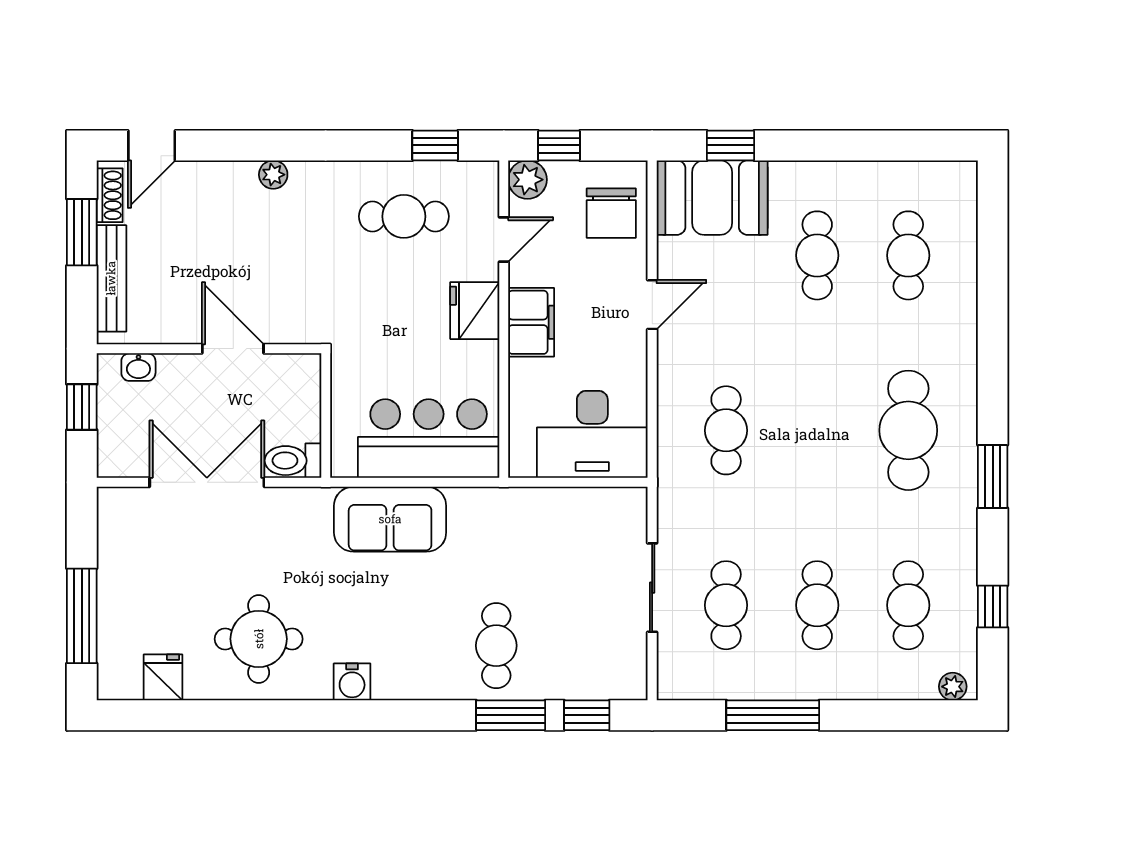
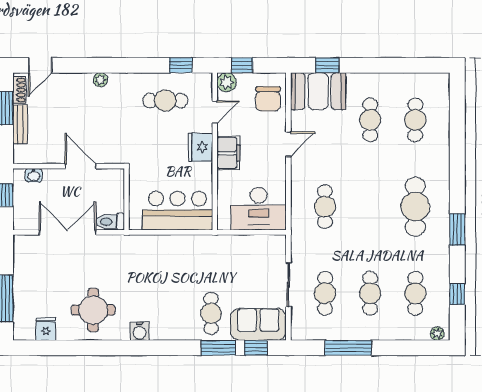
bench: (111, 278) -> (20, 124), width x0.73
sofa: (390, 519) -> (258, 324), moved, turned 180

